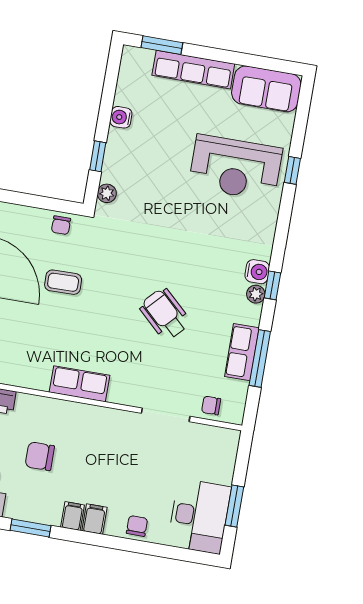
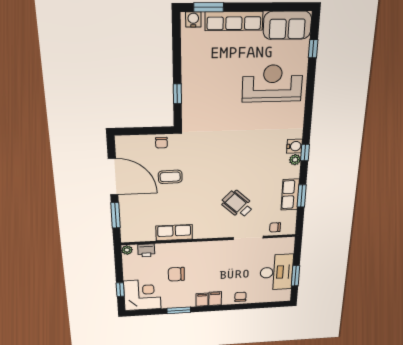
water cooler: (121, 117) -> (193, 19), moved, turned 90
reception desk: (235, 168) -> (272, 83), turned 180
window: (292, 170) -> (313, 49), moved
plant: (107, 193) -> (188, 117), removed
wheelchair: (165, 314) -> (237, 204), moved
window: (260, 358) -> (302, 196), width x0.69
row of seats: (79, 384) -> (174, 233), moved
desk: (199, 516) -> (276, 272), moved

